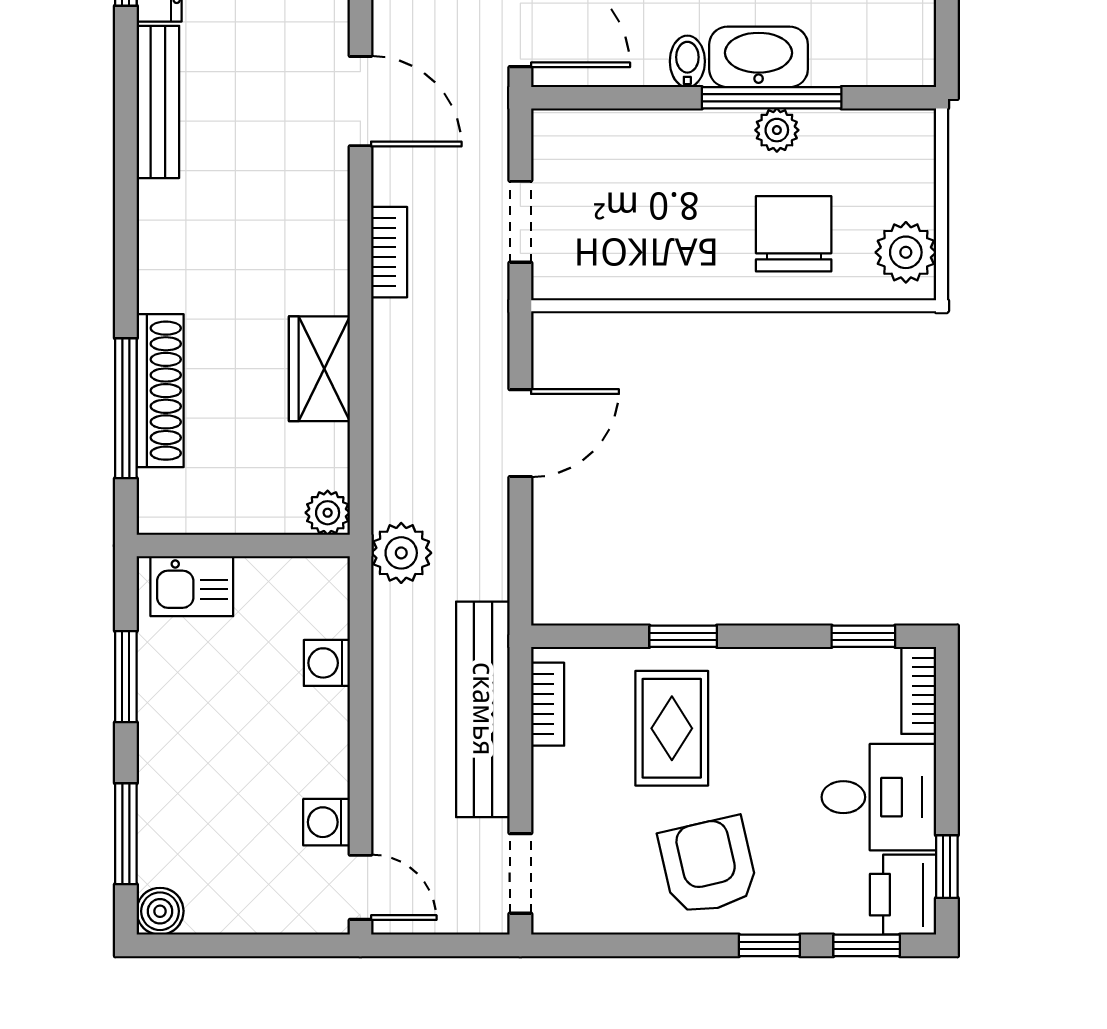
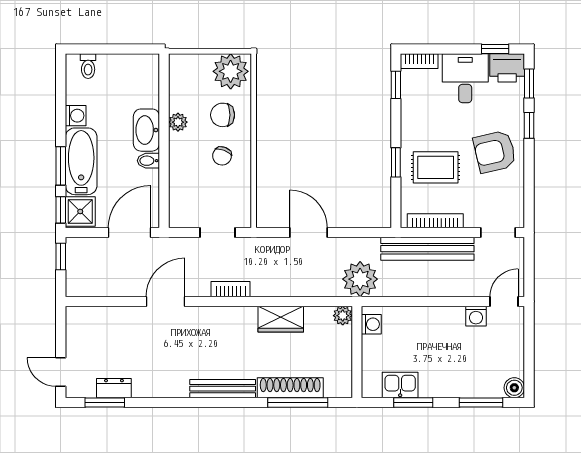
window: (772, 98) -> (164, 124), removed
bench: (158, 102) -> (223, 389), moved
chair: (698, 232) -> (222, 156), added
chair: (794, 234) -> (223, 115), width x0.73, depth x0.73
plant: (906, 252) -> (231, 71), width x1.36, depth x1.36
plant: (401, 553) -> (360, 279), width x1.36, depth x1.36
kitchen sink: (192, 586) -> (400, 385), moved, turned -90
washing machine: (327, 663) -> (371, 324), moved, turned -90
bookcase: (548, 704) -> (435, 221), width x1.56

